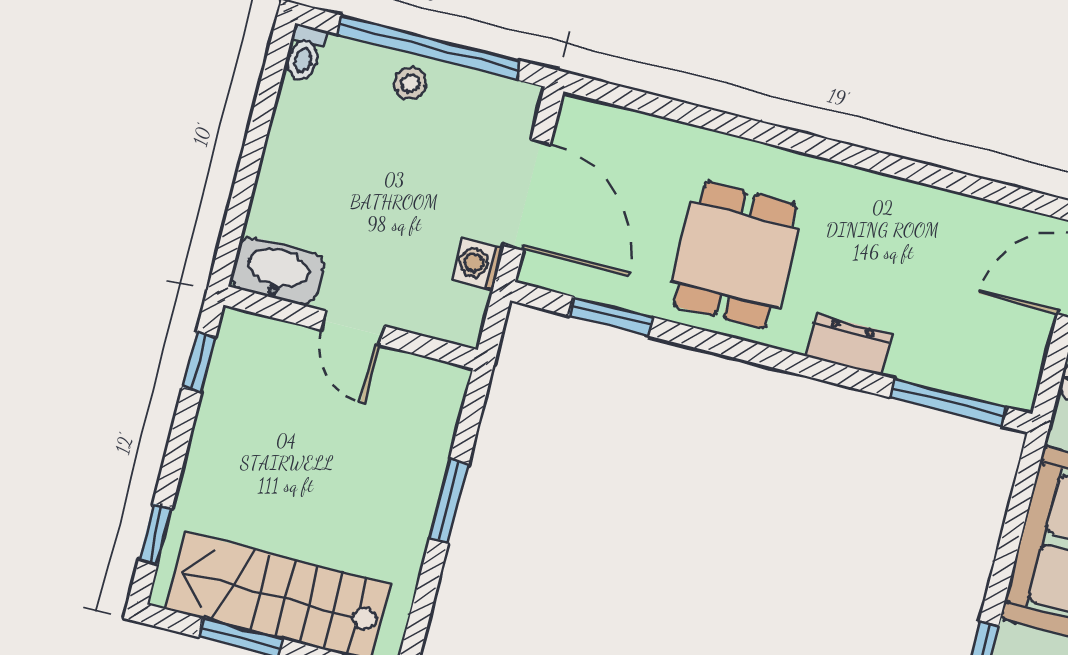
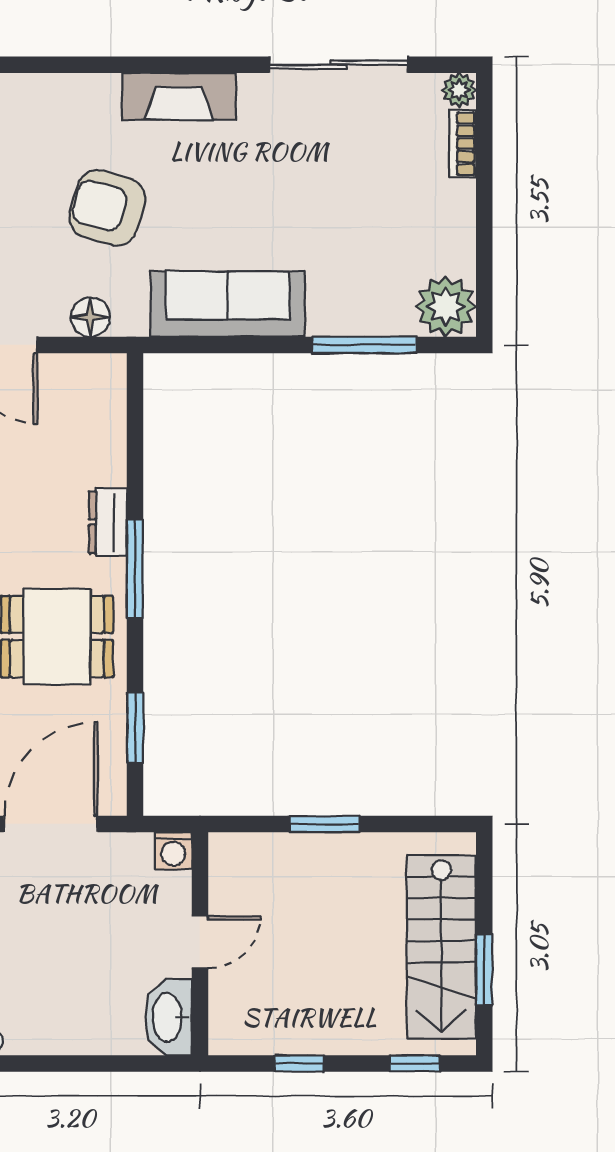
washing machine: (478, 264) -> (173, 851), moved
window: (199, 362) -> (299, 1063), moved
window: (948, 402) -> (135, 569), moved

